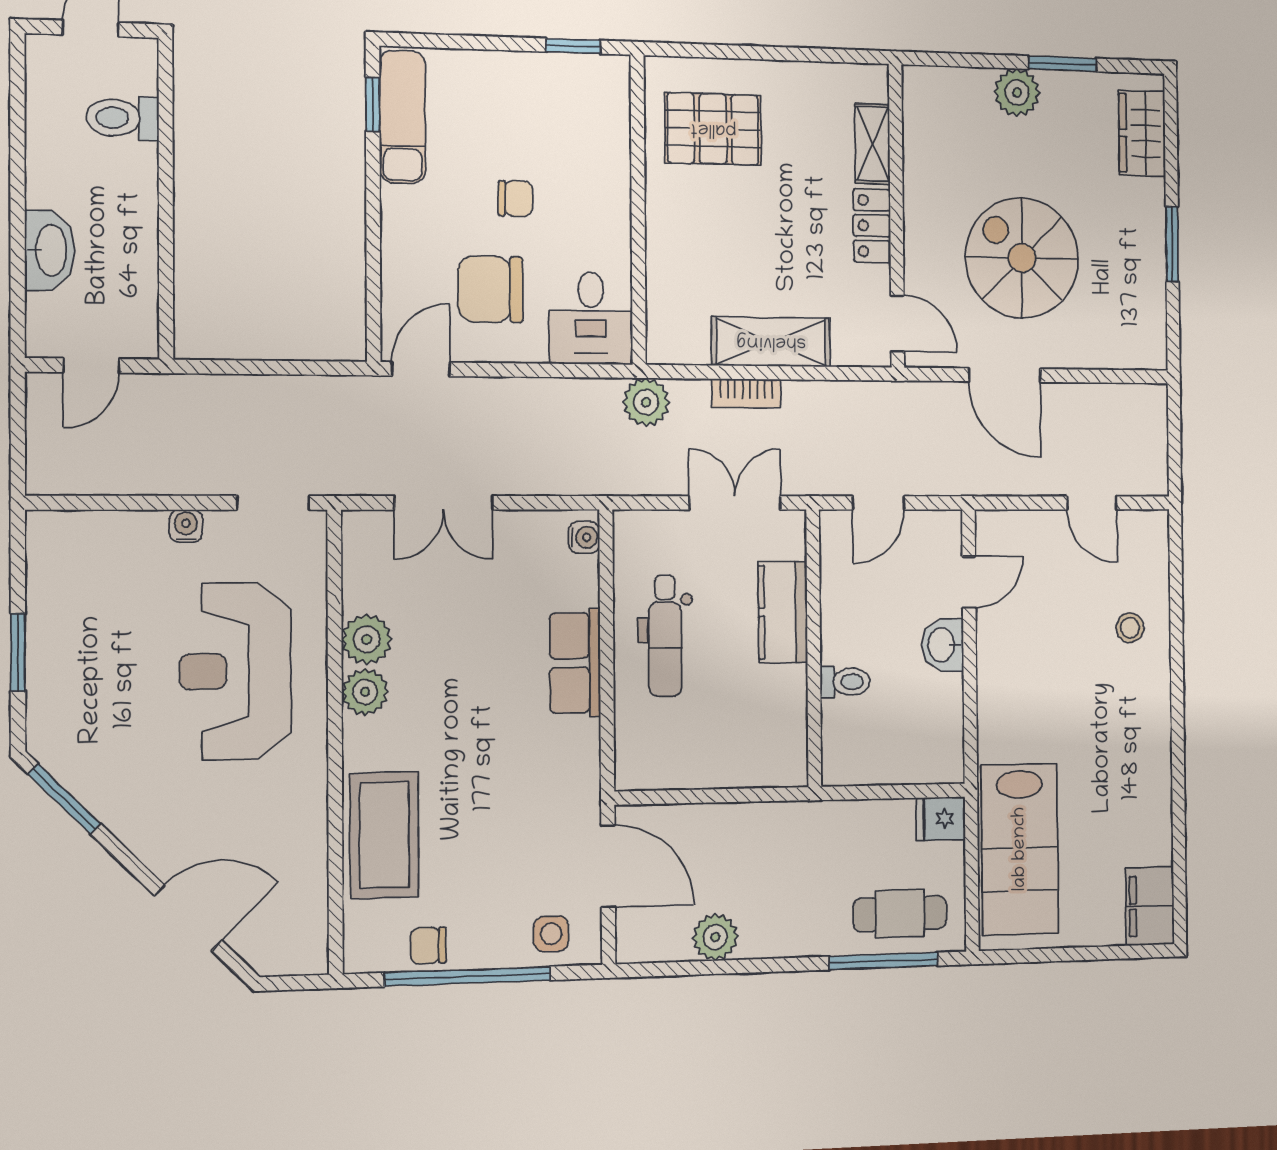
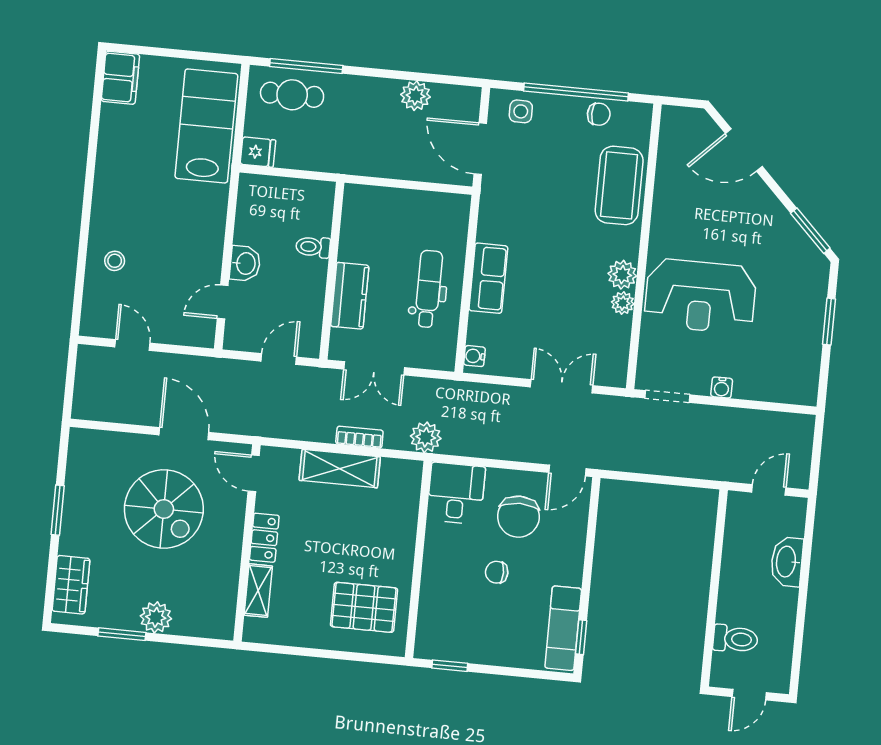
chair: (490, 289) -> (518, 517), turned 90
plant: (367, 639) -> (623, 303), width x0.73, depth x0.73
reception desk: (235, 671) -> (700, 296), turned 90

